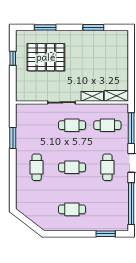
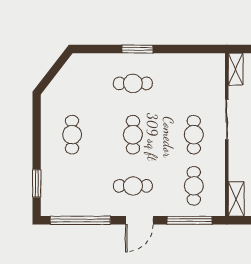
shelving: (92, 96) -> (236, 69), moved
window: (13, 138) -> (137, 49), moved

